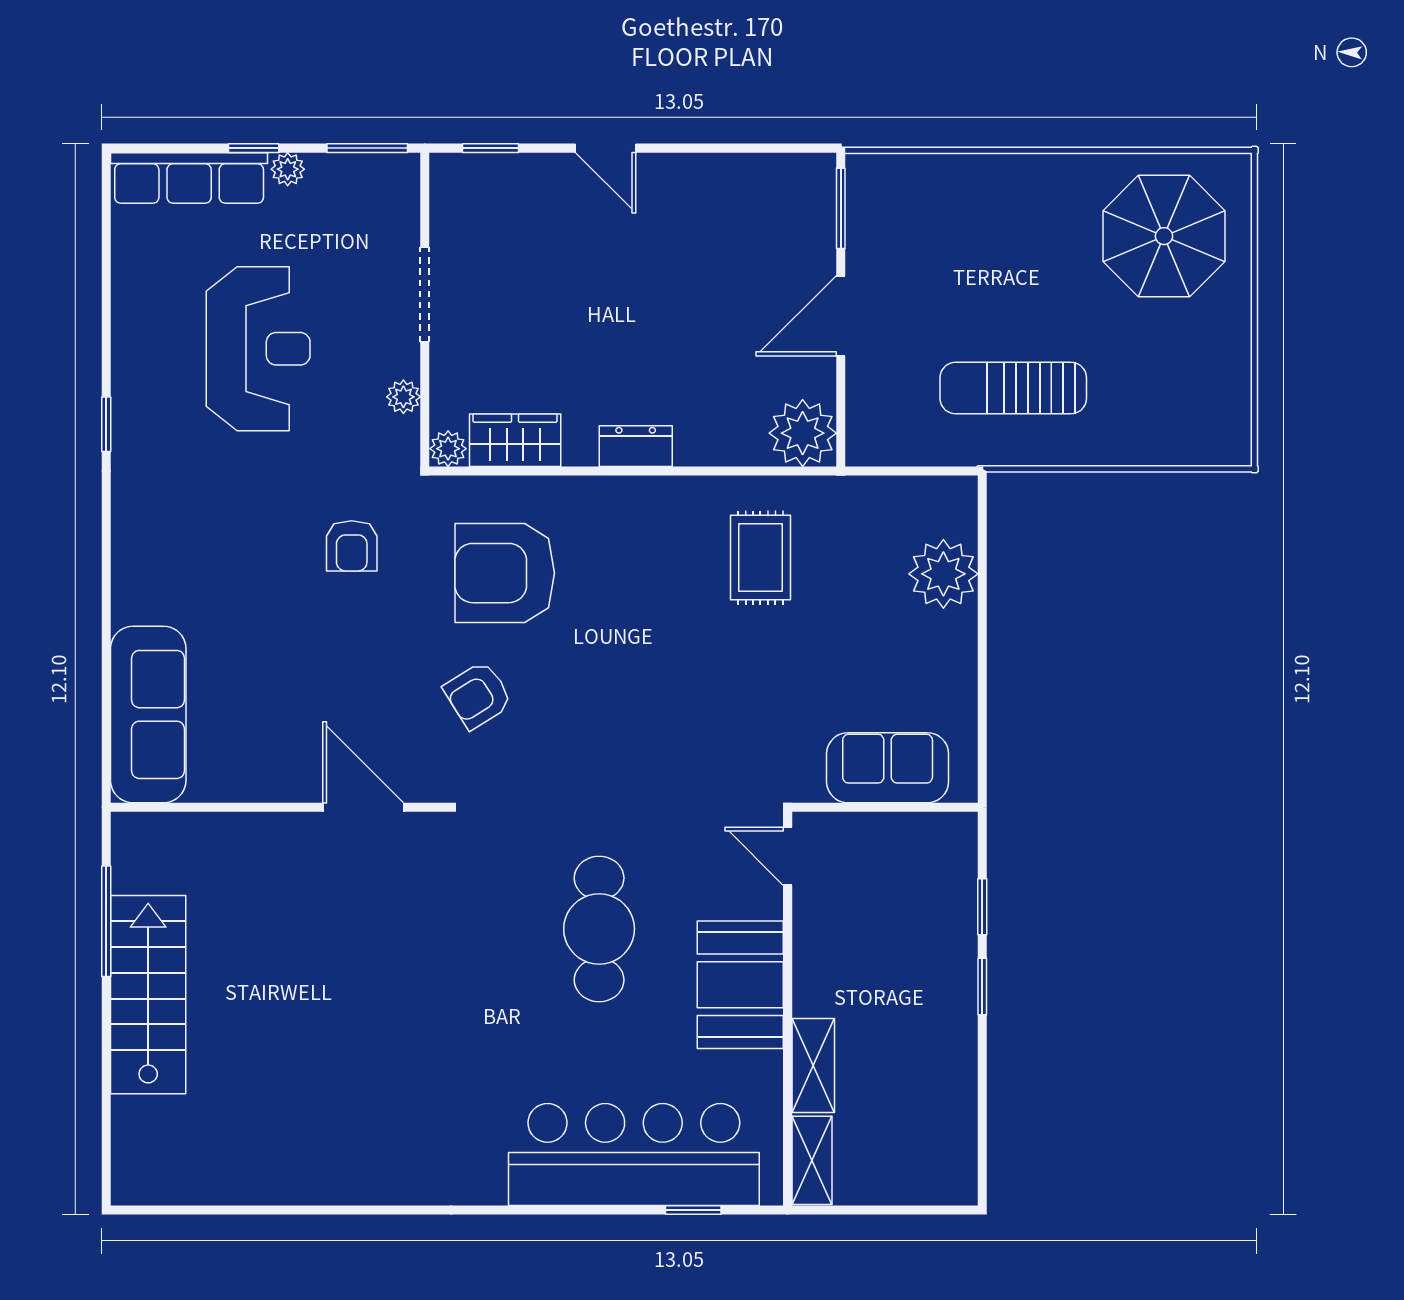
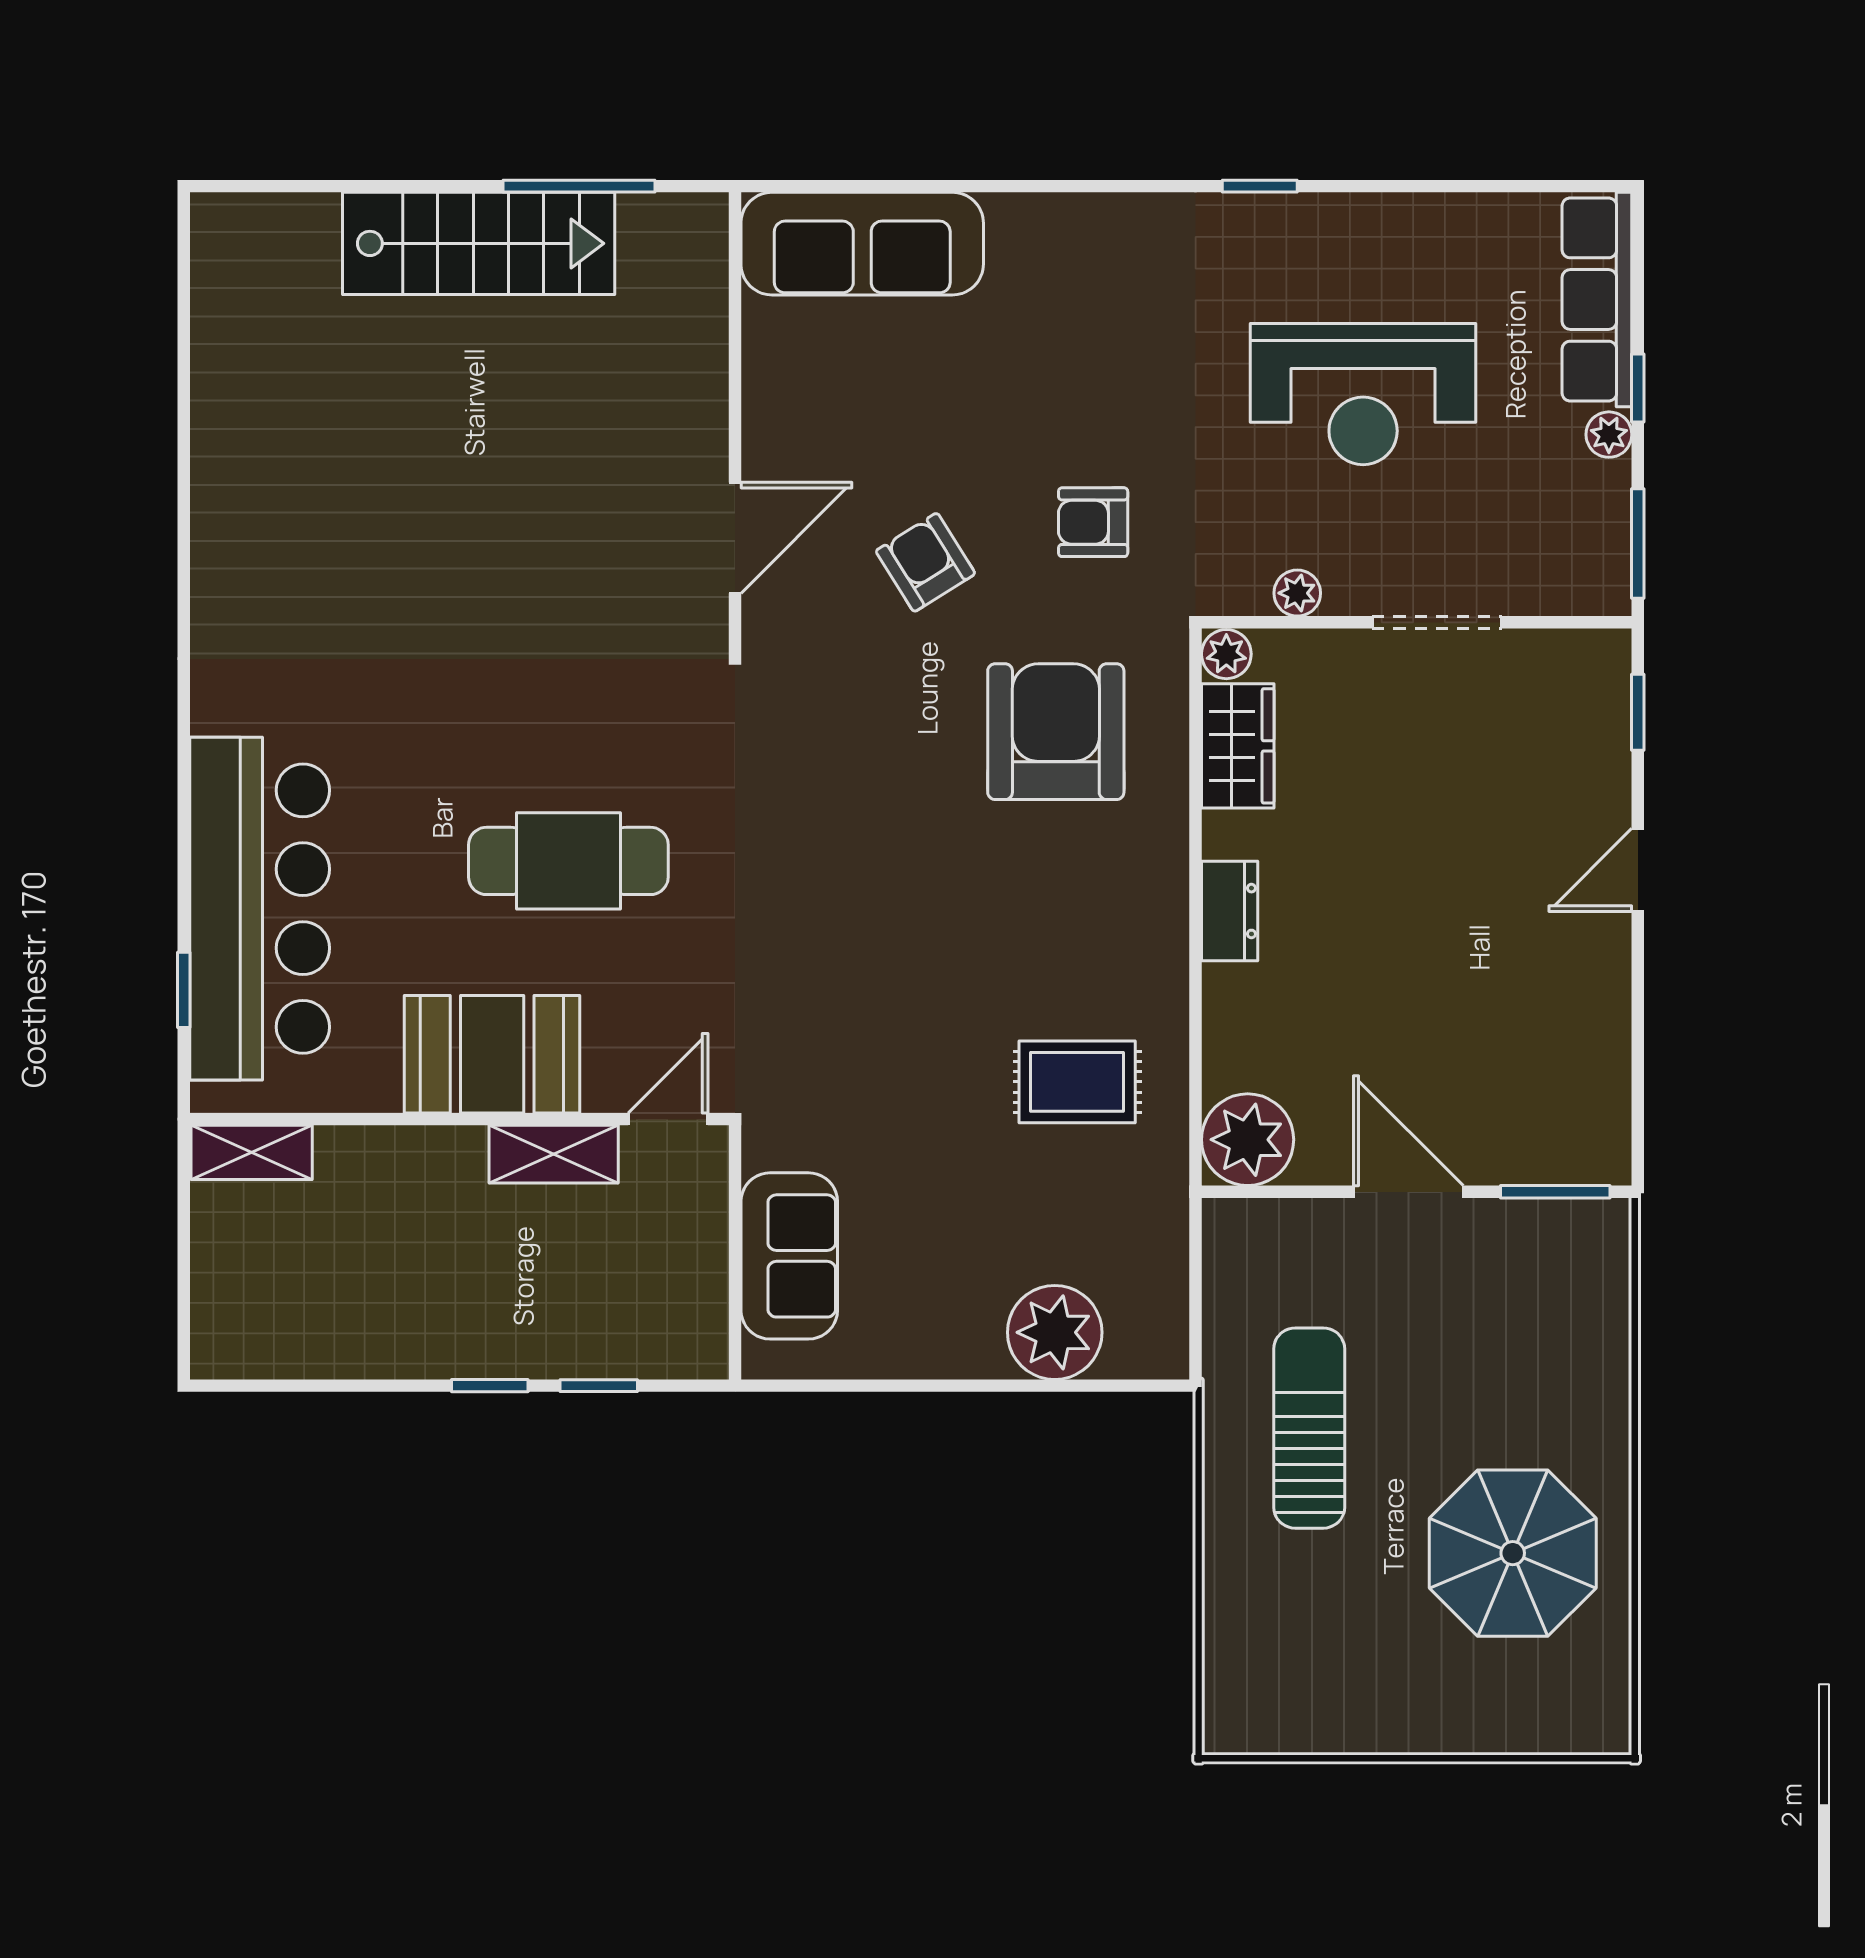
parasol: (1164, 236) -> (1513, 1553), moved
armchair: (478, 695) -> (925, 562), moved
shelving: (813, 1065) -> (554, 1154), moved

